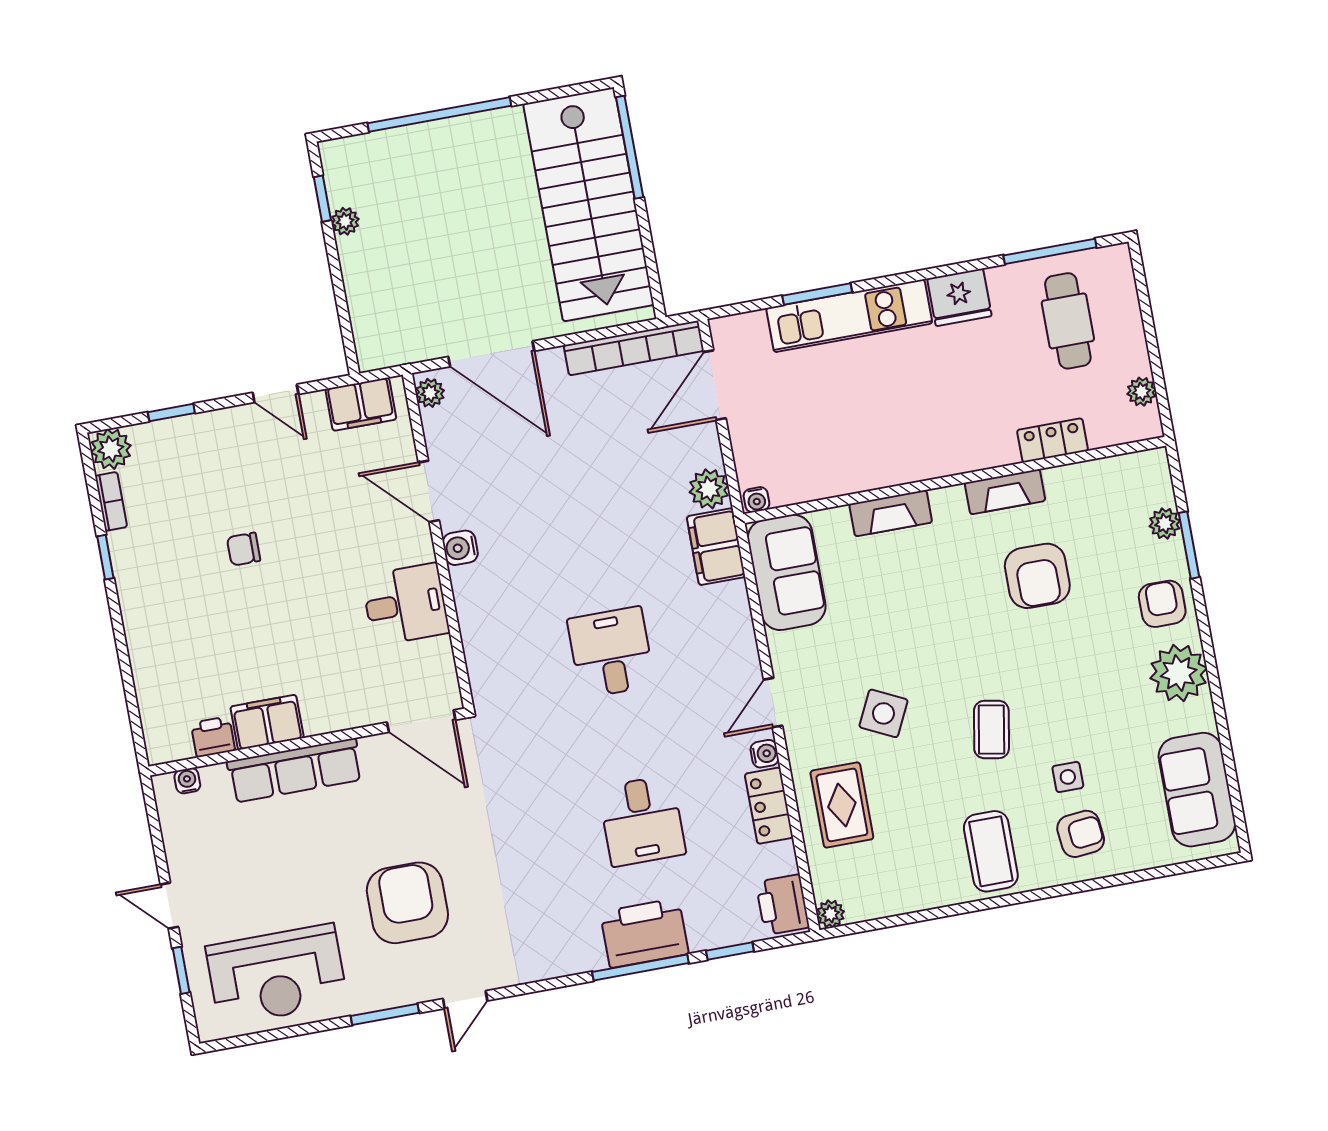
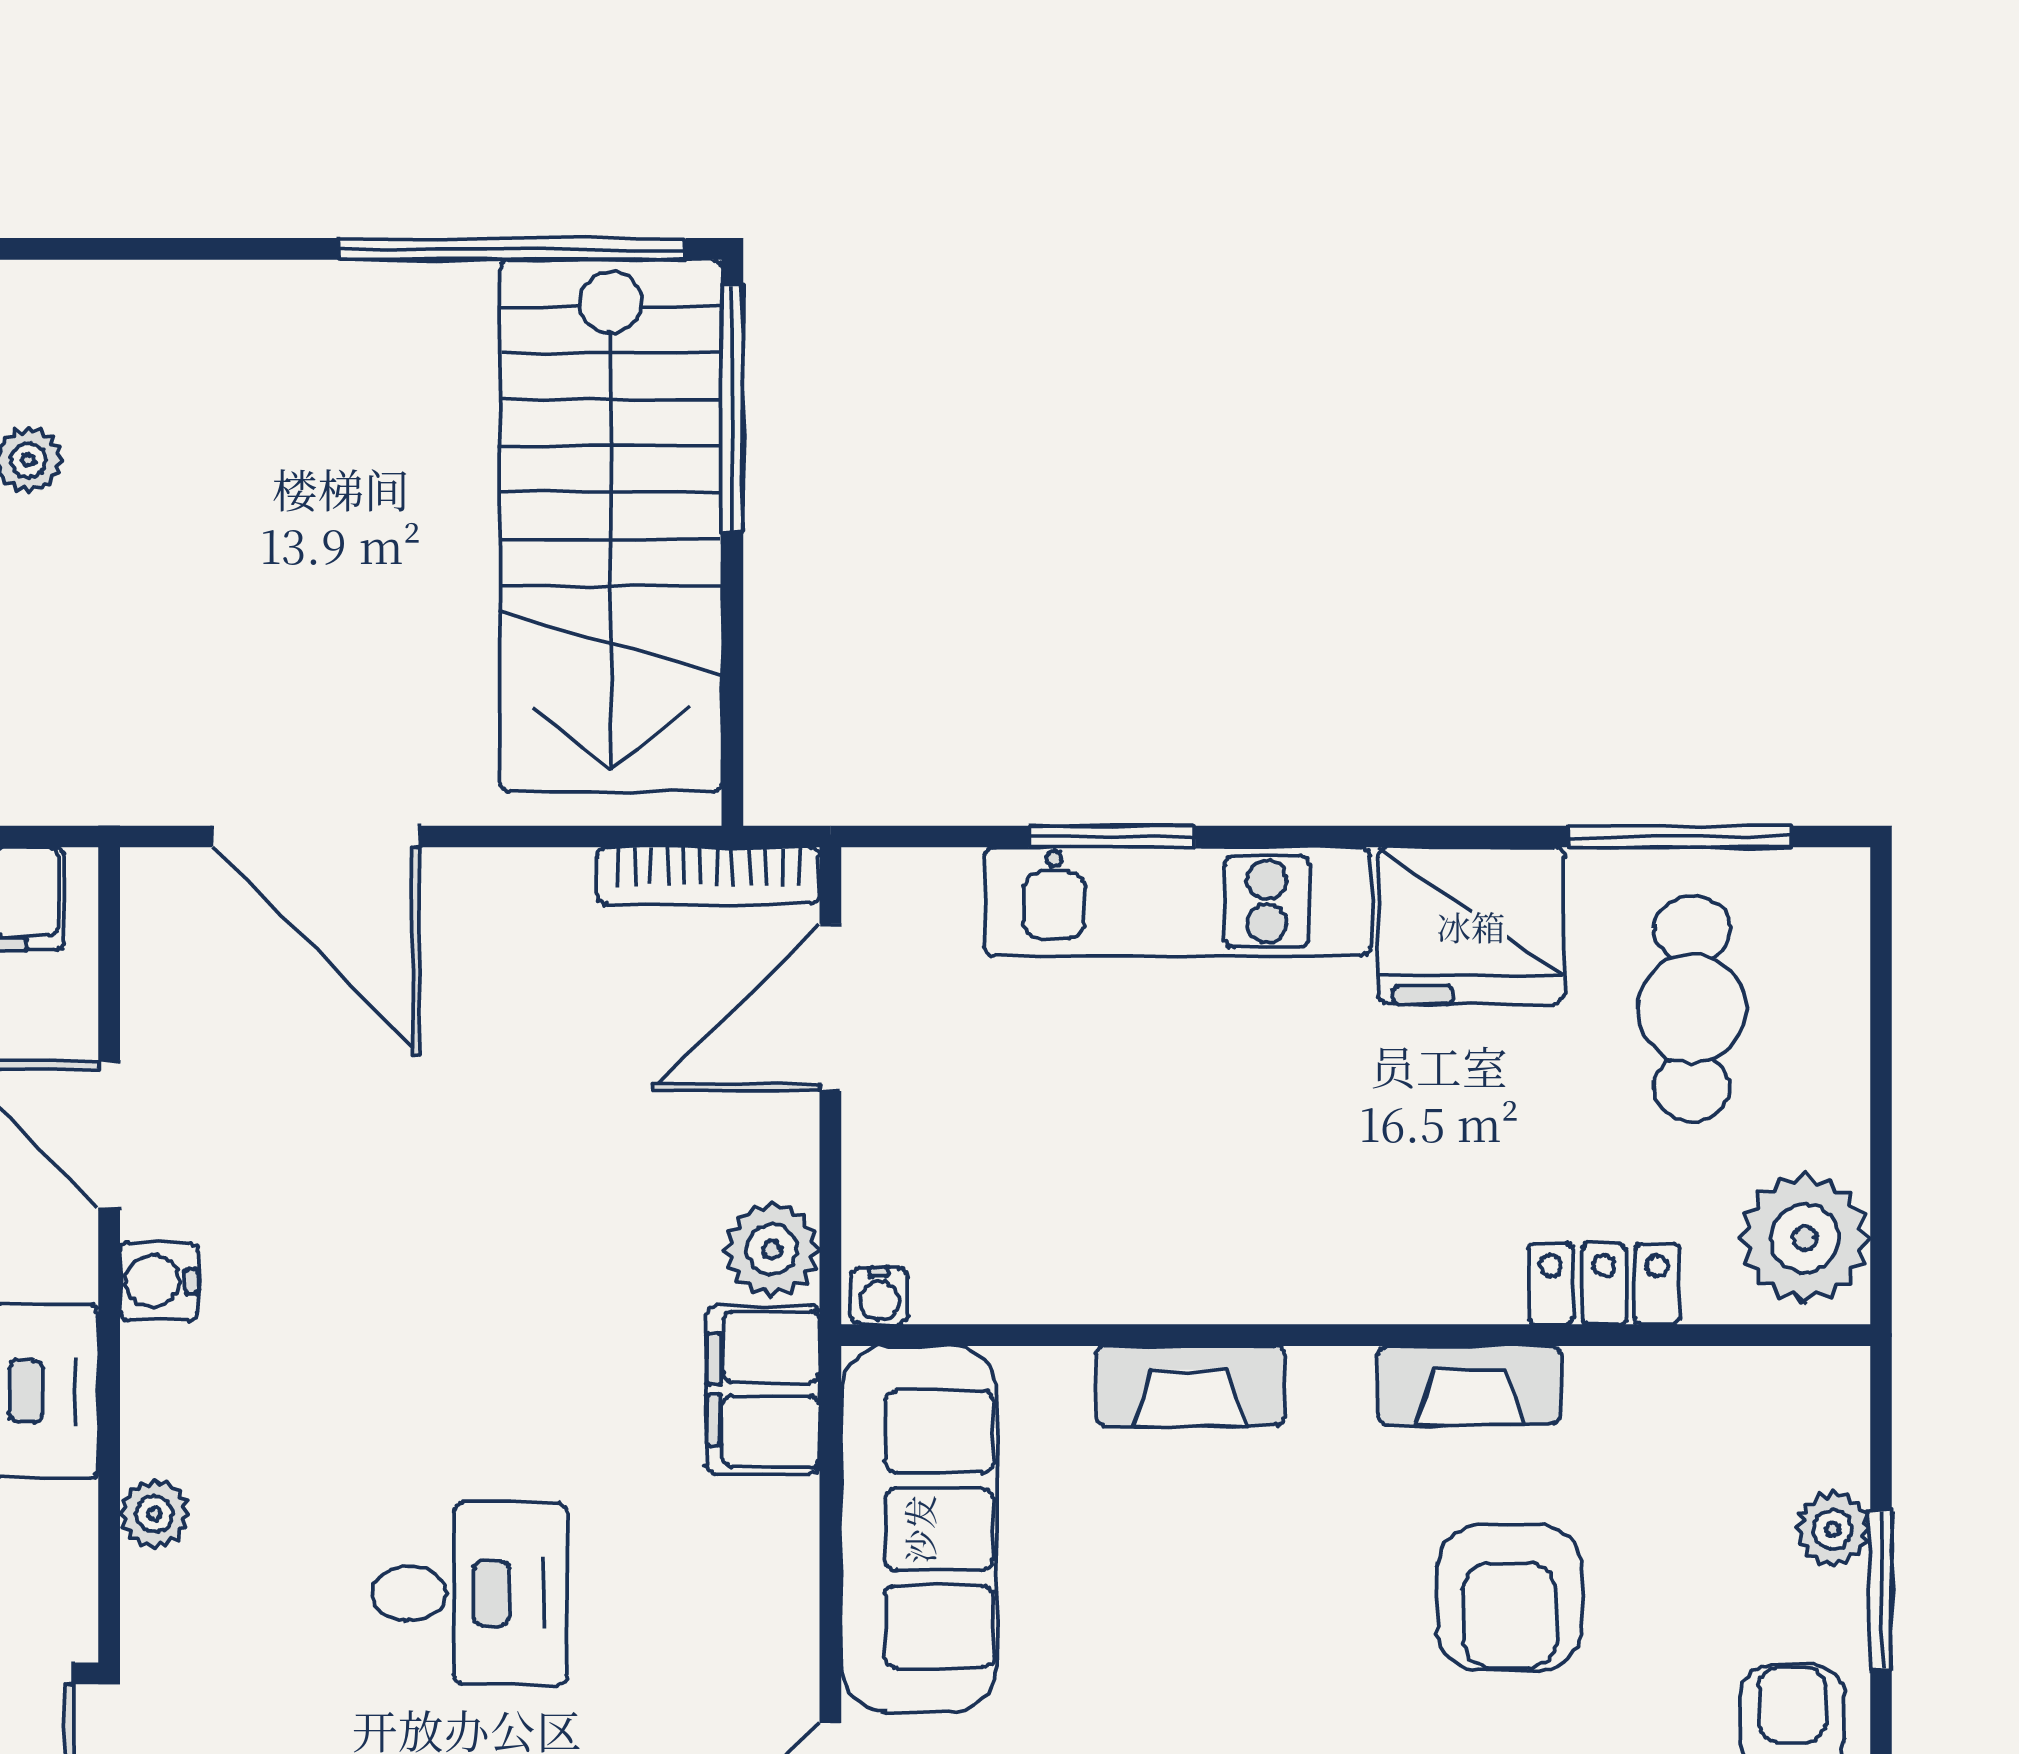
window: (439, 115) -> (512, 249), moved
fridge: (959, 297) -> (1471, 926), width x1.36, depth x1.34
bookcase: (634, 348) -> (708, 876), width x0.68, depth x0.76
plant: (1142, 392) -> (1805, 1238), width x1.87, depth x1.87
plant: (430, 393) -> (155, 1514), moved
sofa: (787, 572) -> (919, 1529), width x1.36
desk: (611, 652) -> (470, 1593), turned 90

